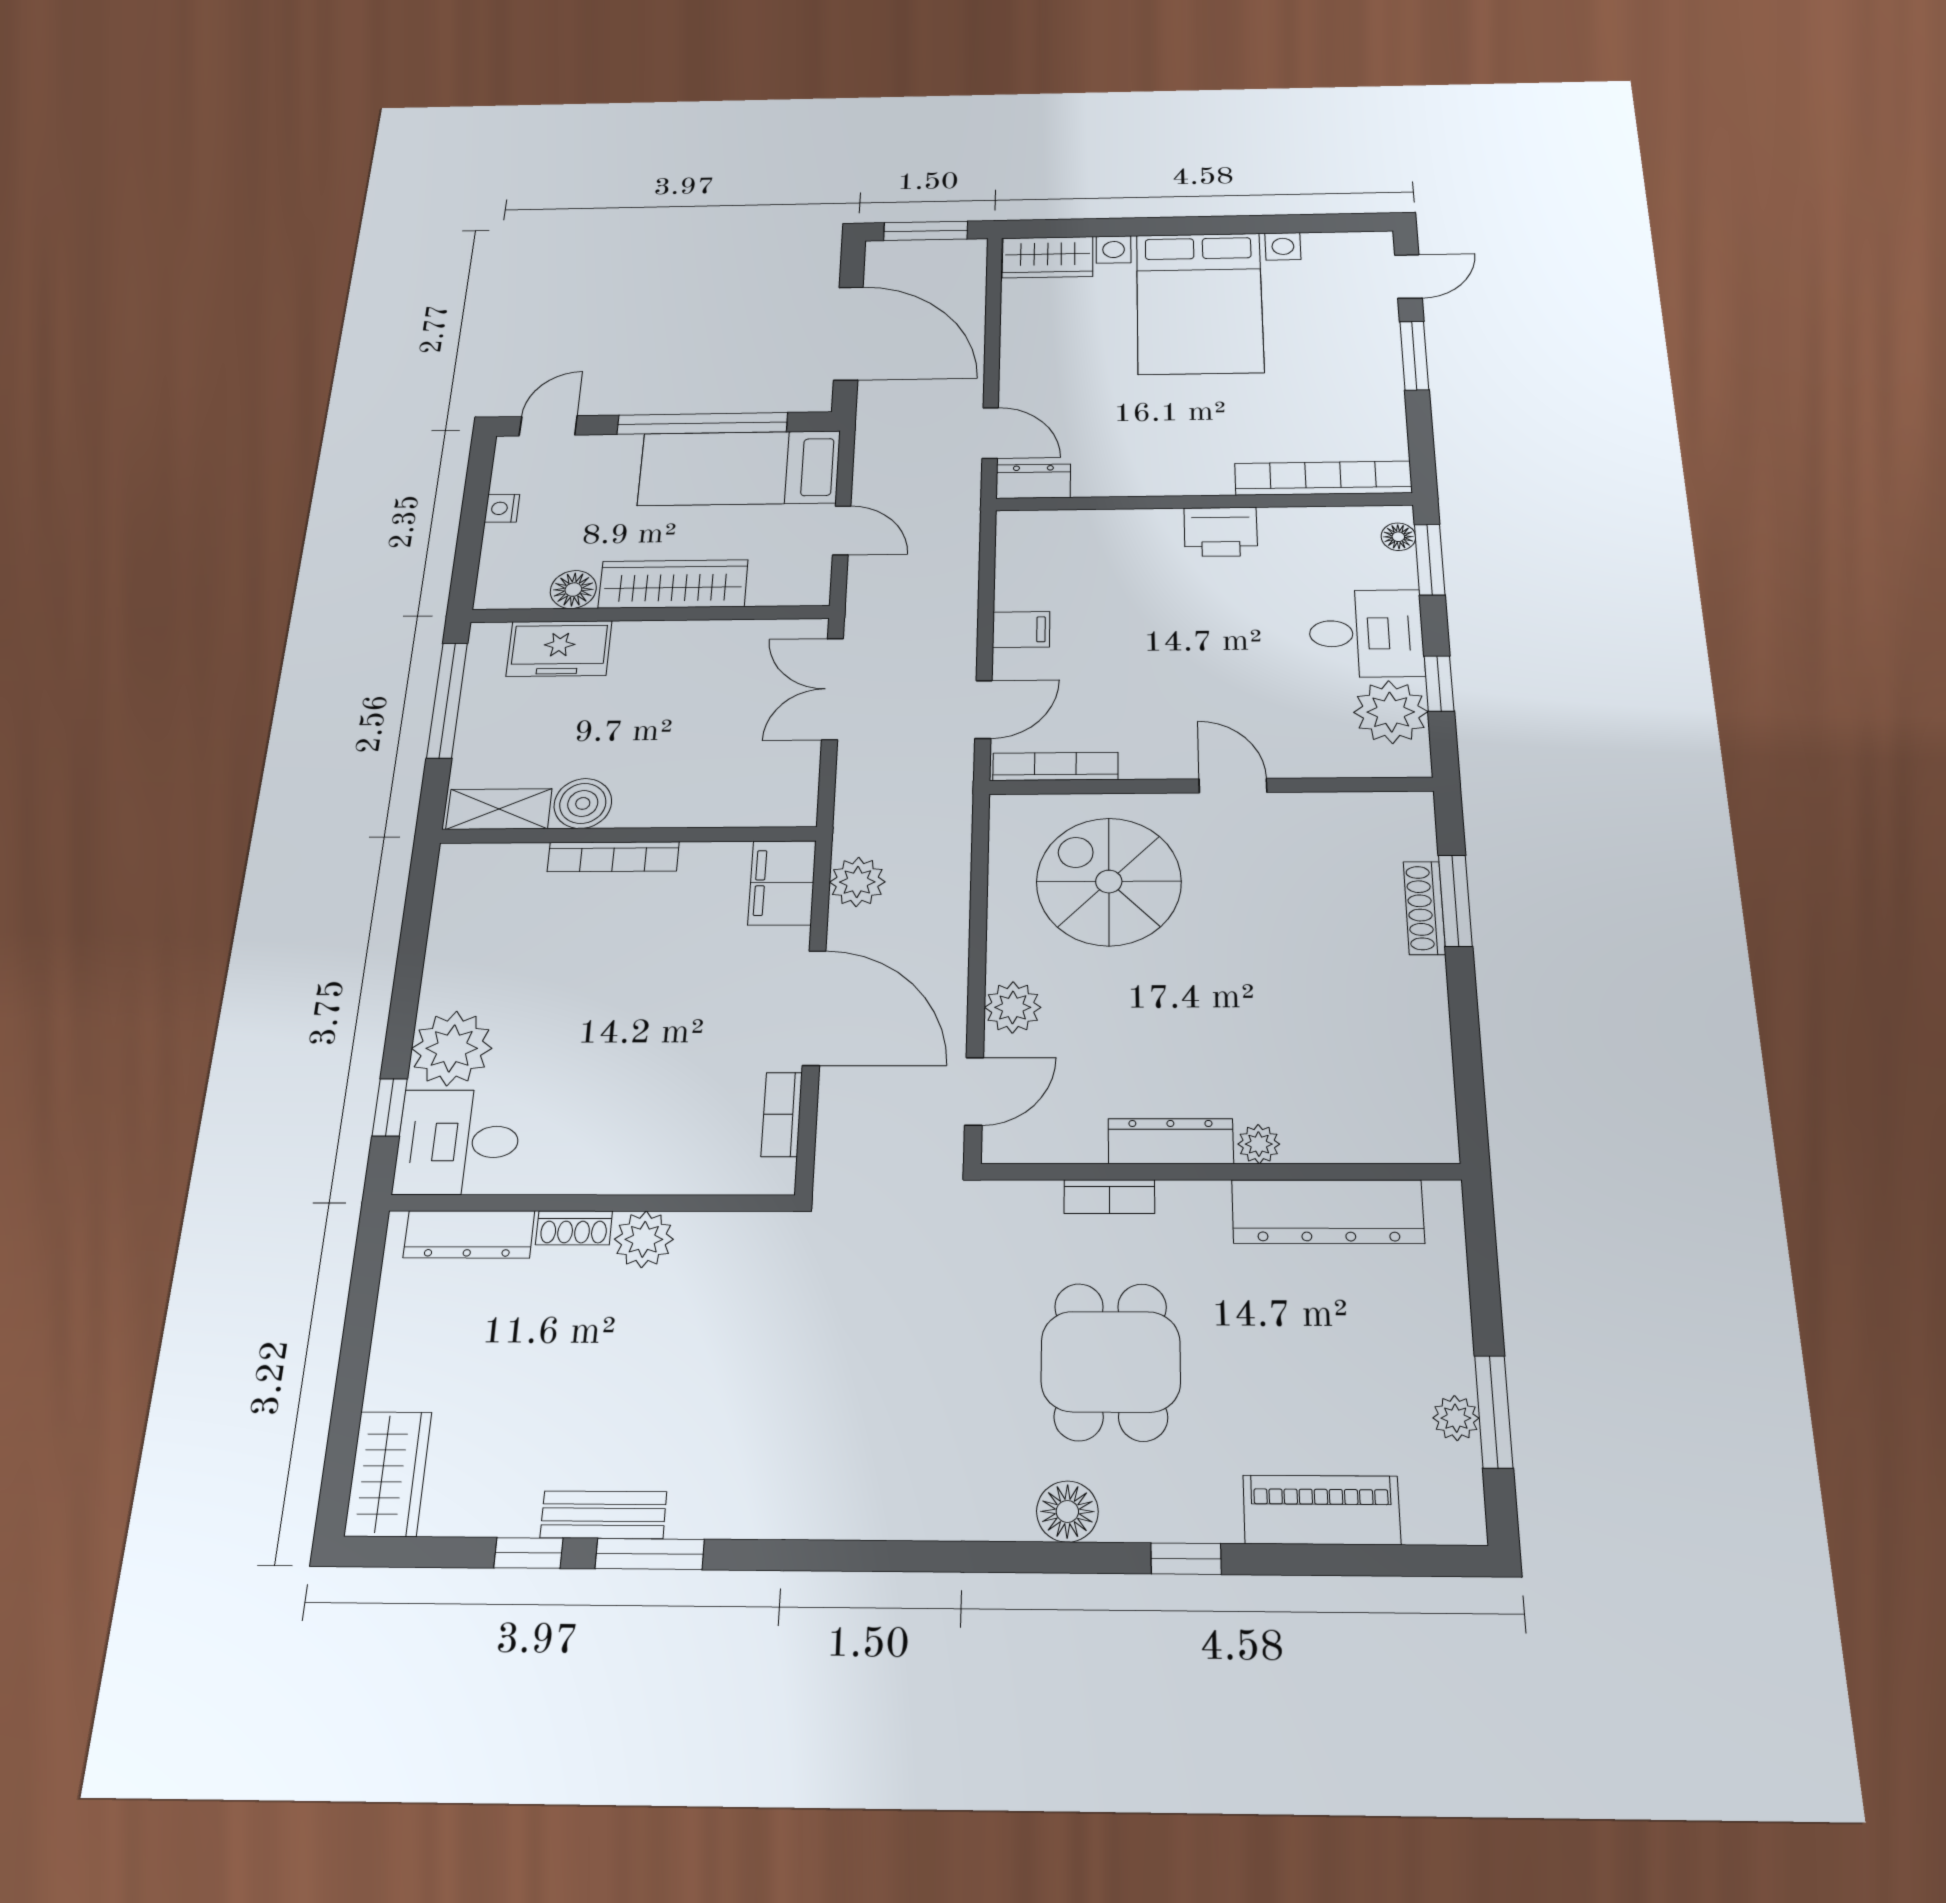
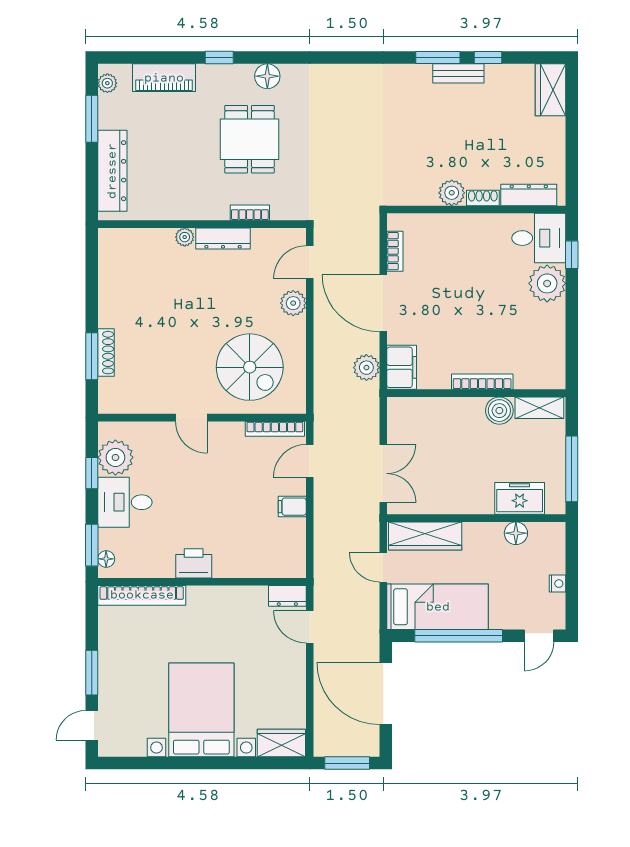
wardrobe: (673, 584) -> (425, 536), moved
dresser: (1328, 1212) -> (112, 171), moved, turned 90
plant: (1456, 1418) -> (107, 83), moved

